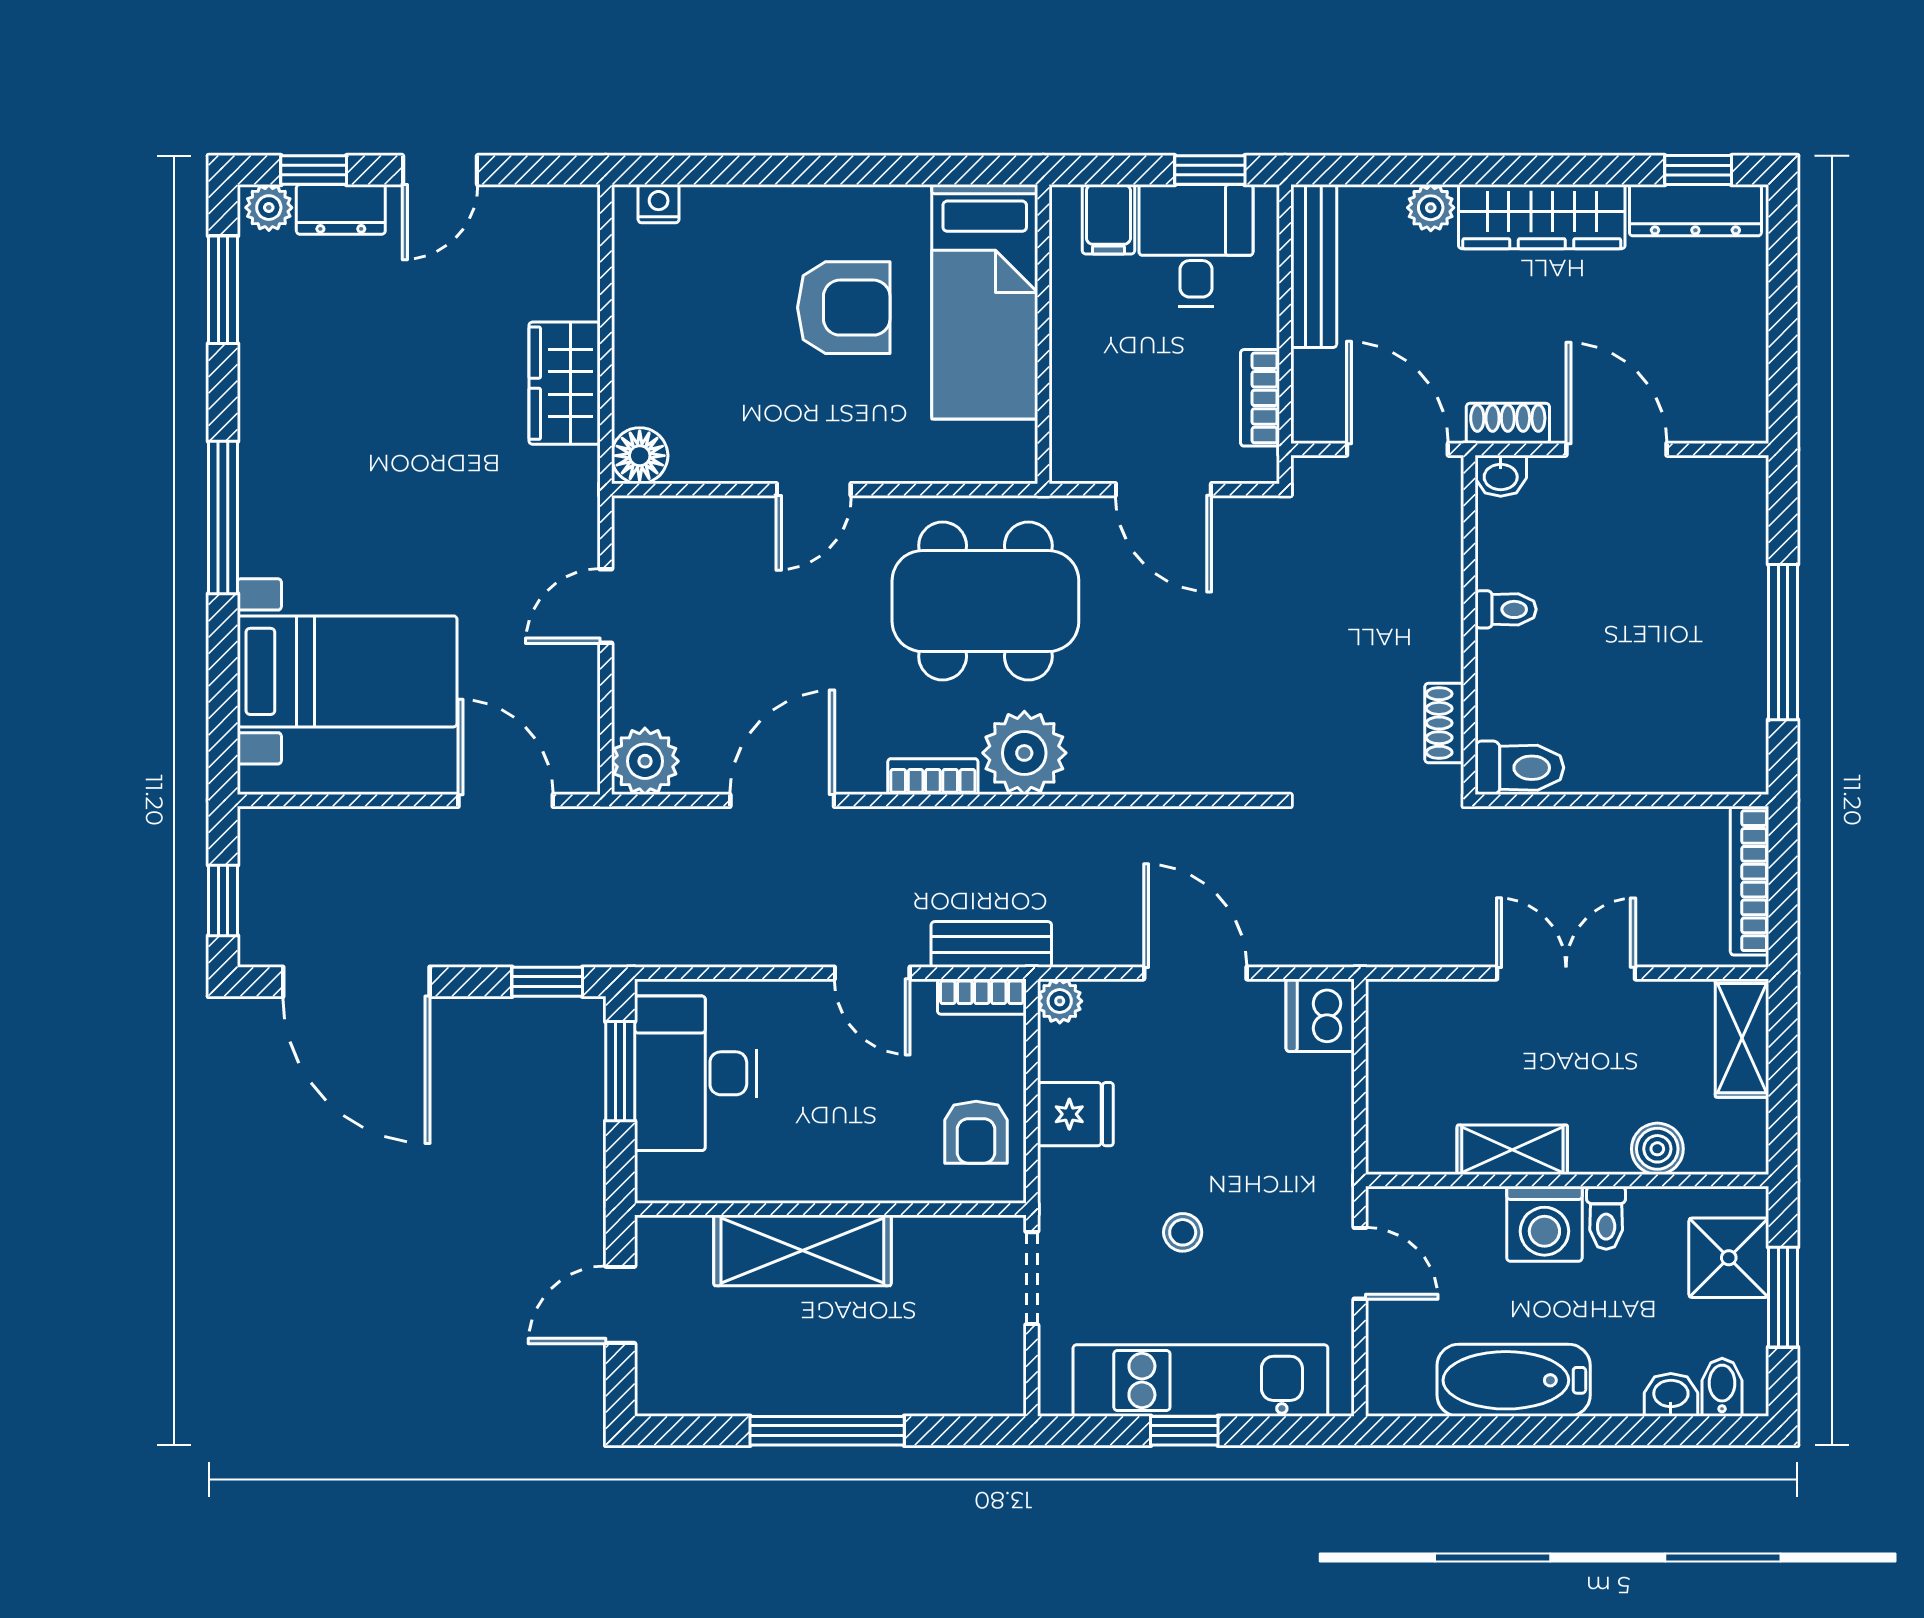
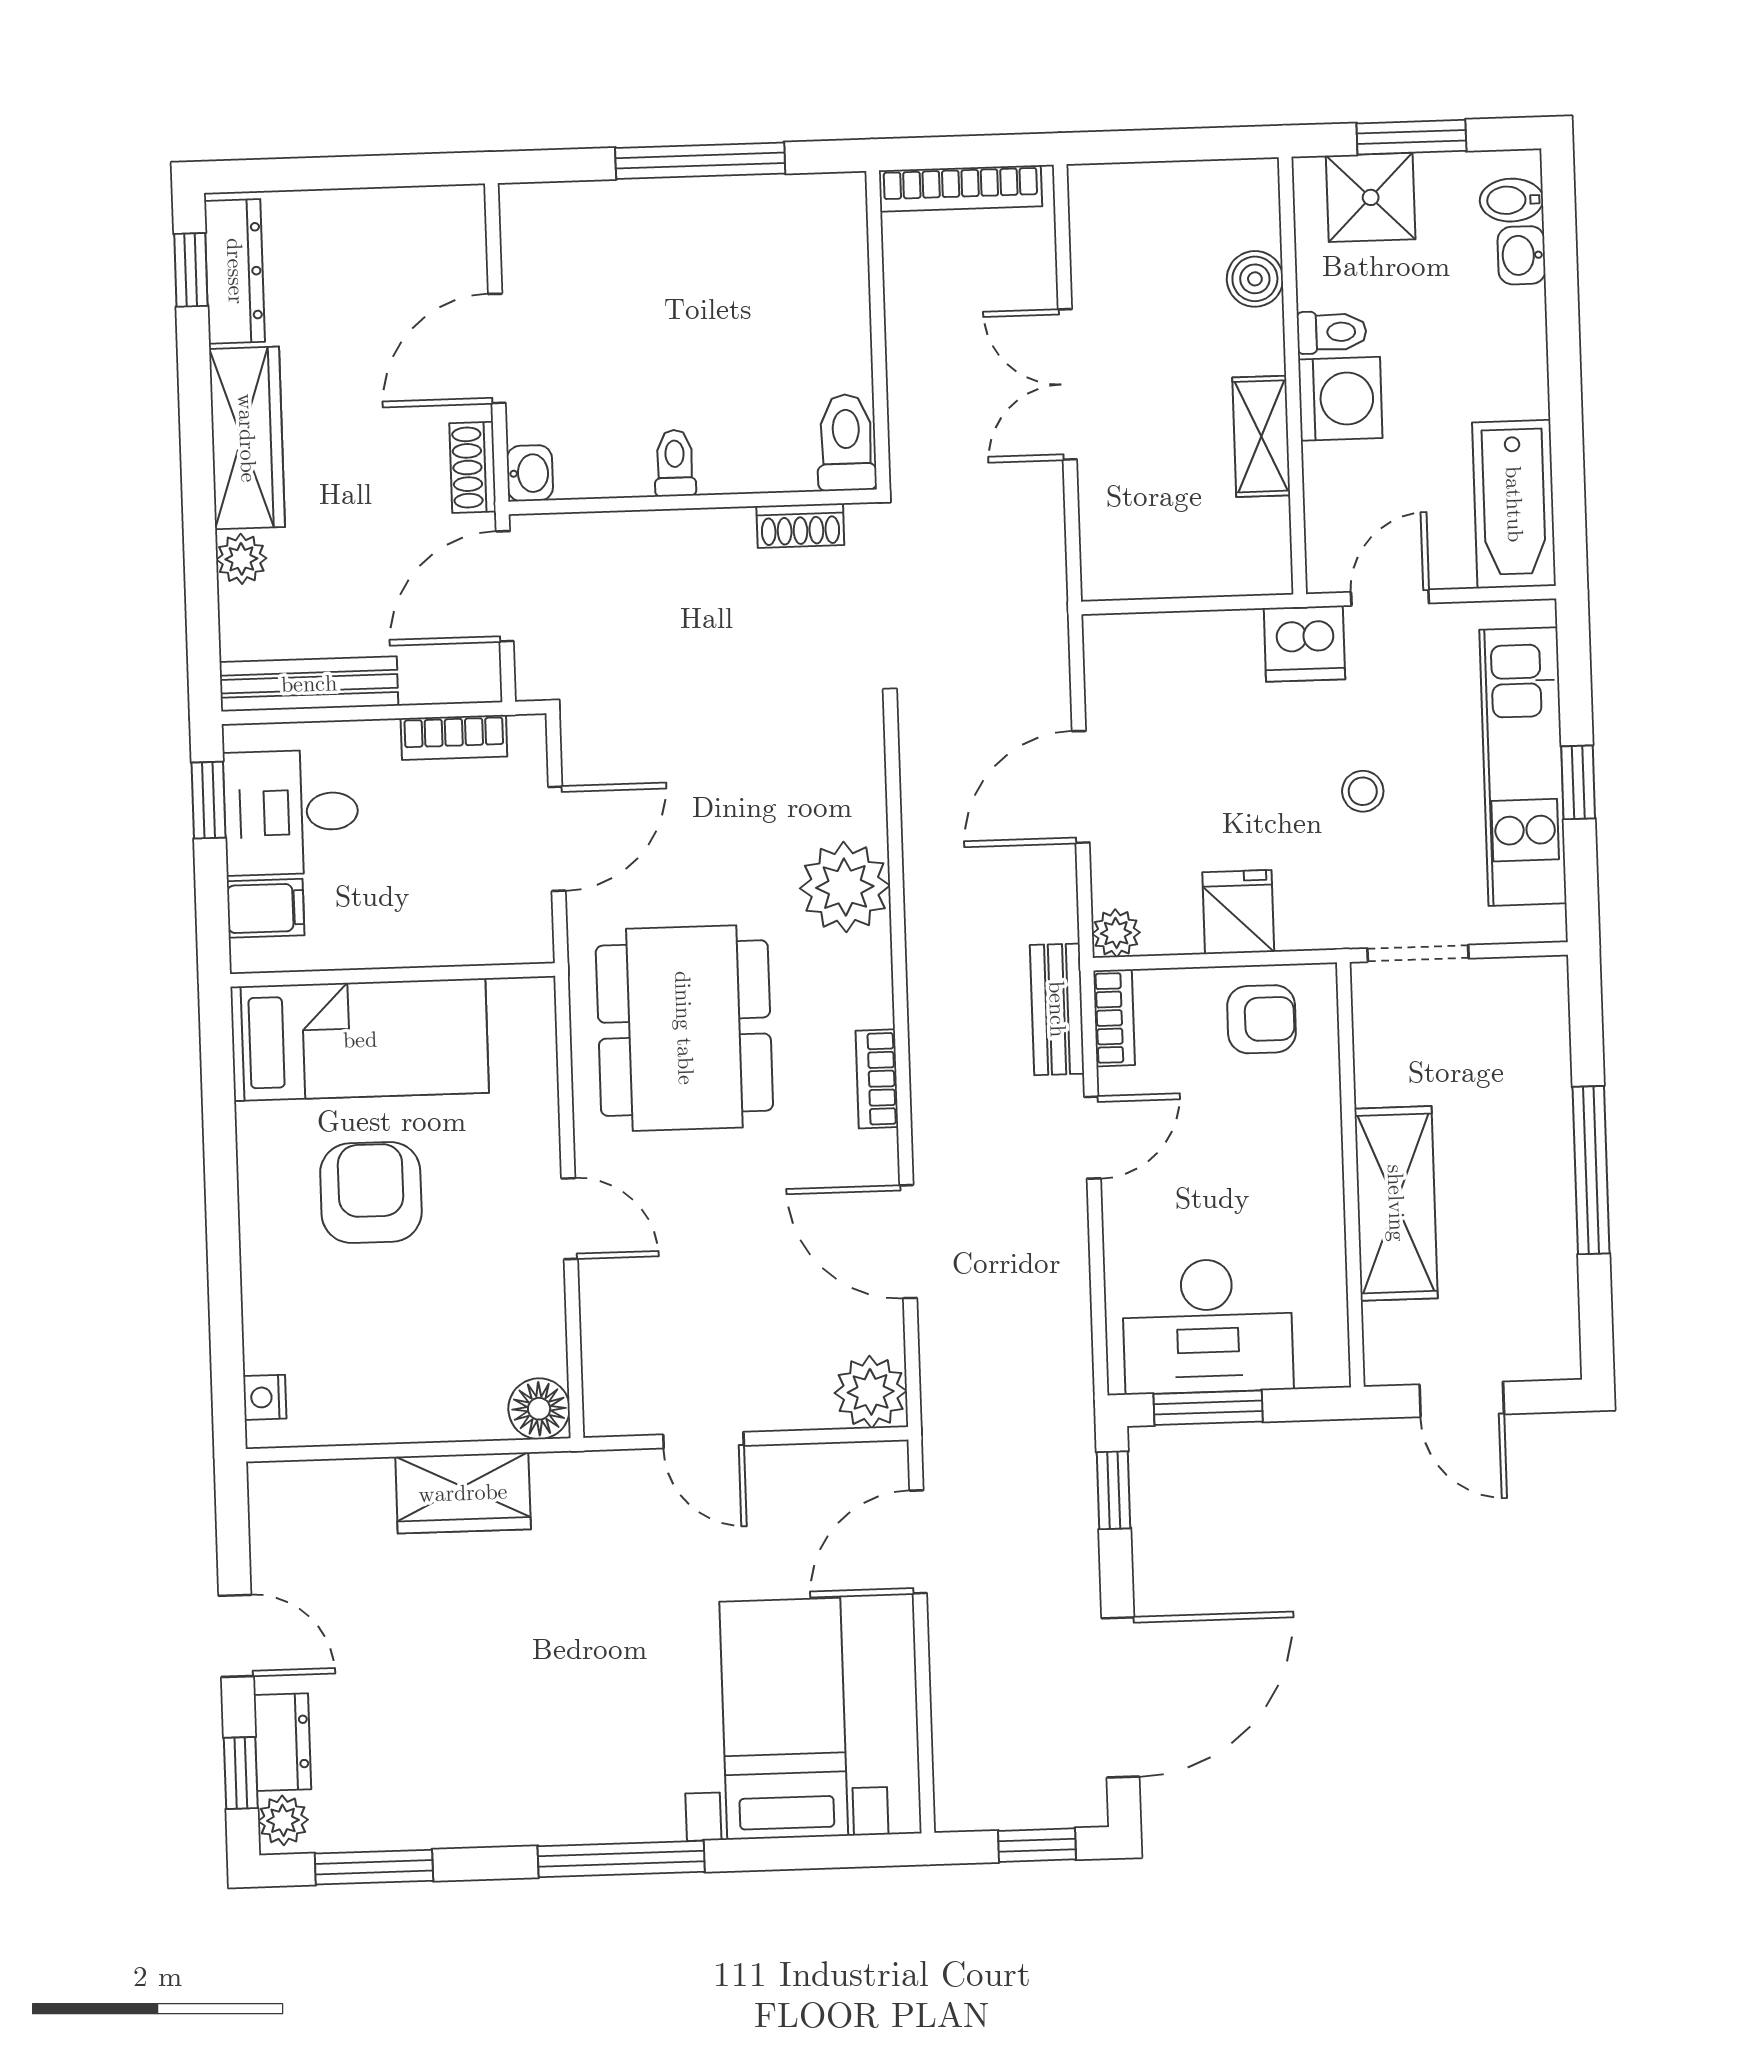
plant: (1024, 753) -> (845, 887), moved
dishwasher: (1320, 1015) -> (1304, 644), moved
shelving: (1742, 1038) -> (1132, 191), removed
bathtub: (1514, 1380) -> (1514, 504), moved

